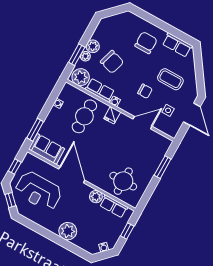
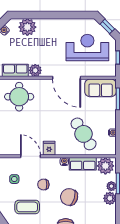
chair: (112, 62) -> (69, 197), moved
fridge: (112, 115) -> (49, 148), moved
cafe table: (84, 116) -> (84, 134), turned -32
door: (143, 123) -> (30, 156), swing flipped
plant: (68, 231) -> (27, 27), moved

